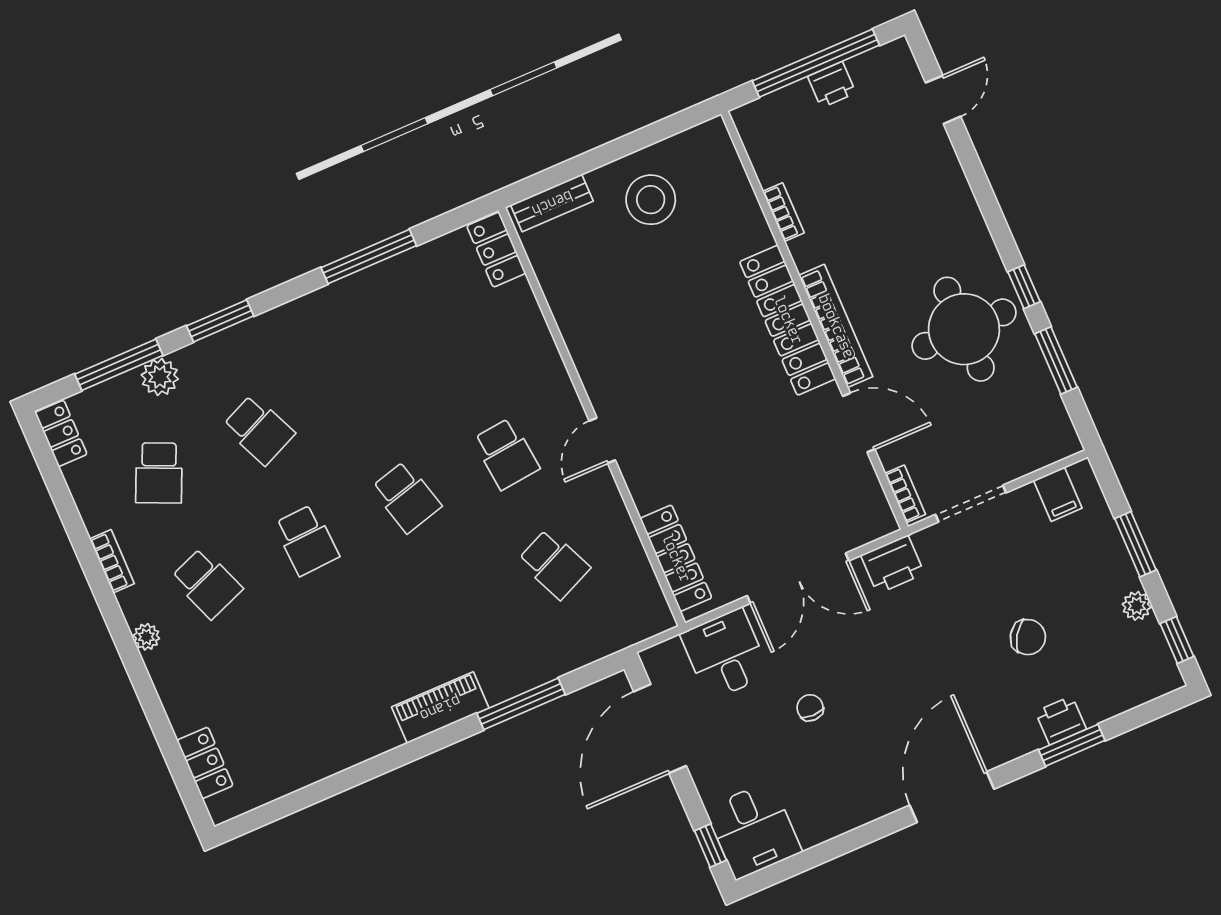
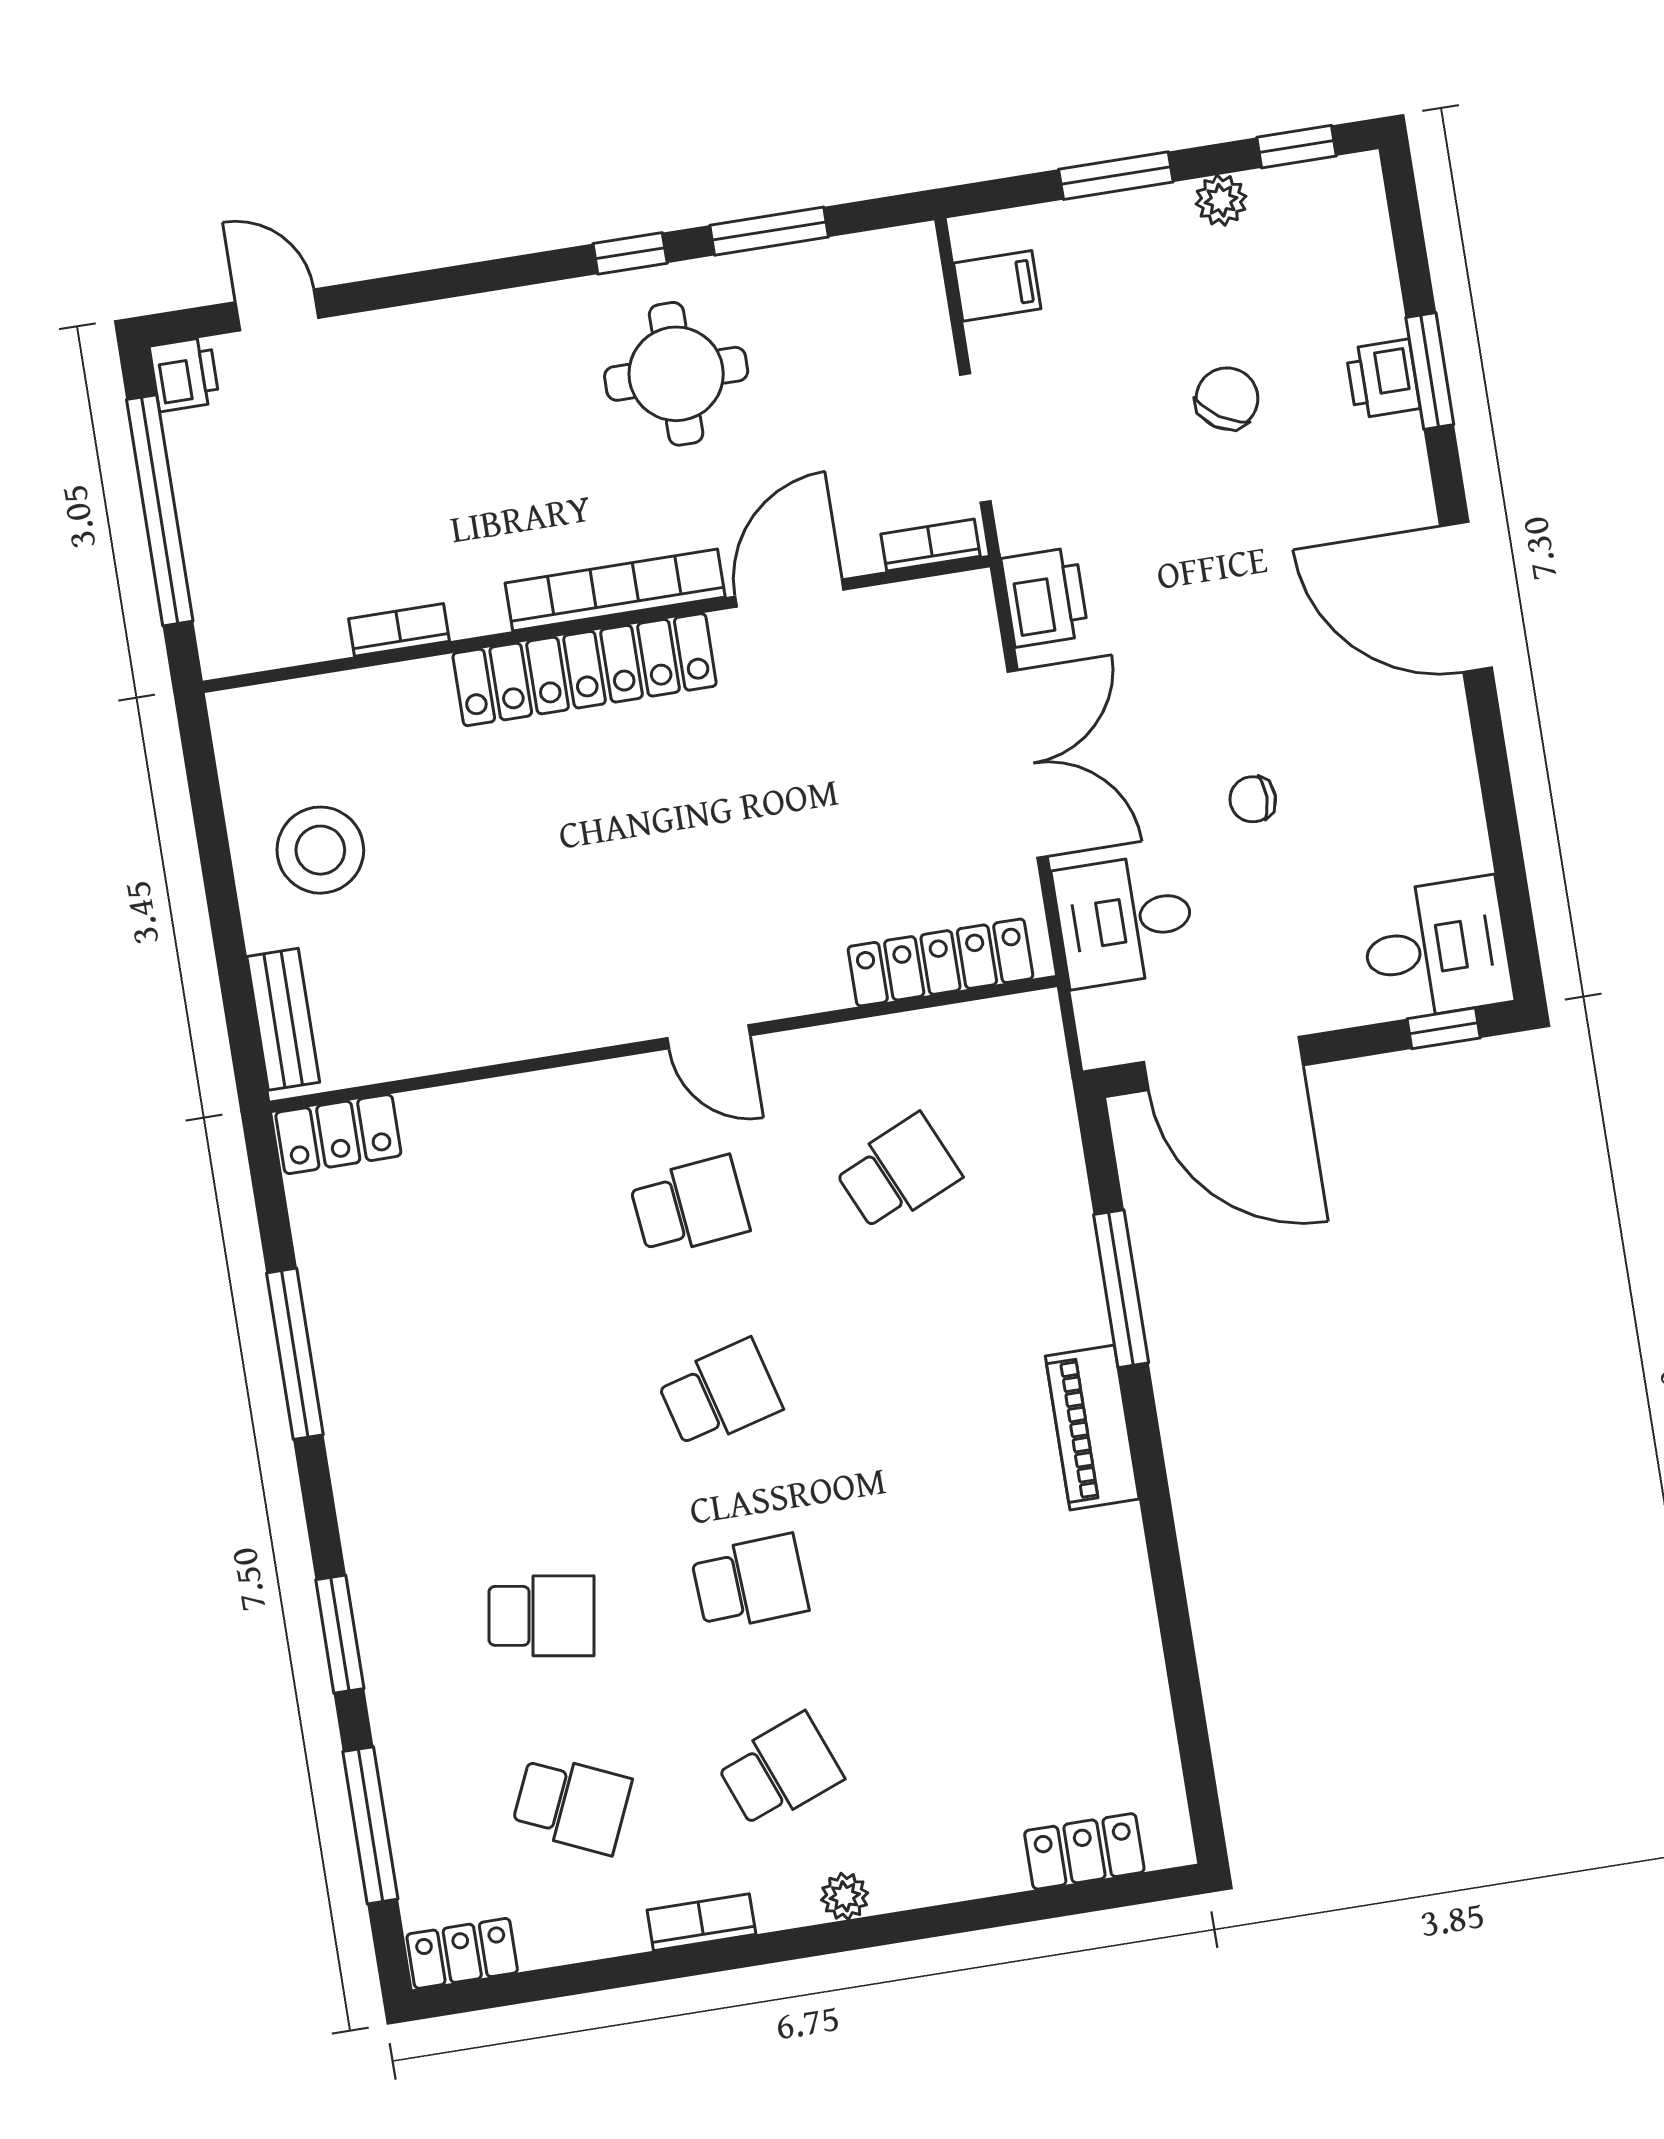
printer: (832, 85) -> (184, 374), moved
round table: (964, 329) -> (676, 374), width x0.73, depth x0.73
plant: (160, 377) -> (409, 1761), removed
school desk: (259, 430) -> (542, 1616), turned 33

